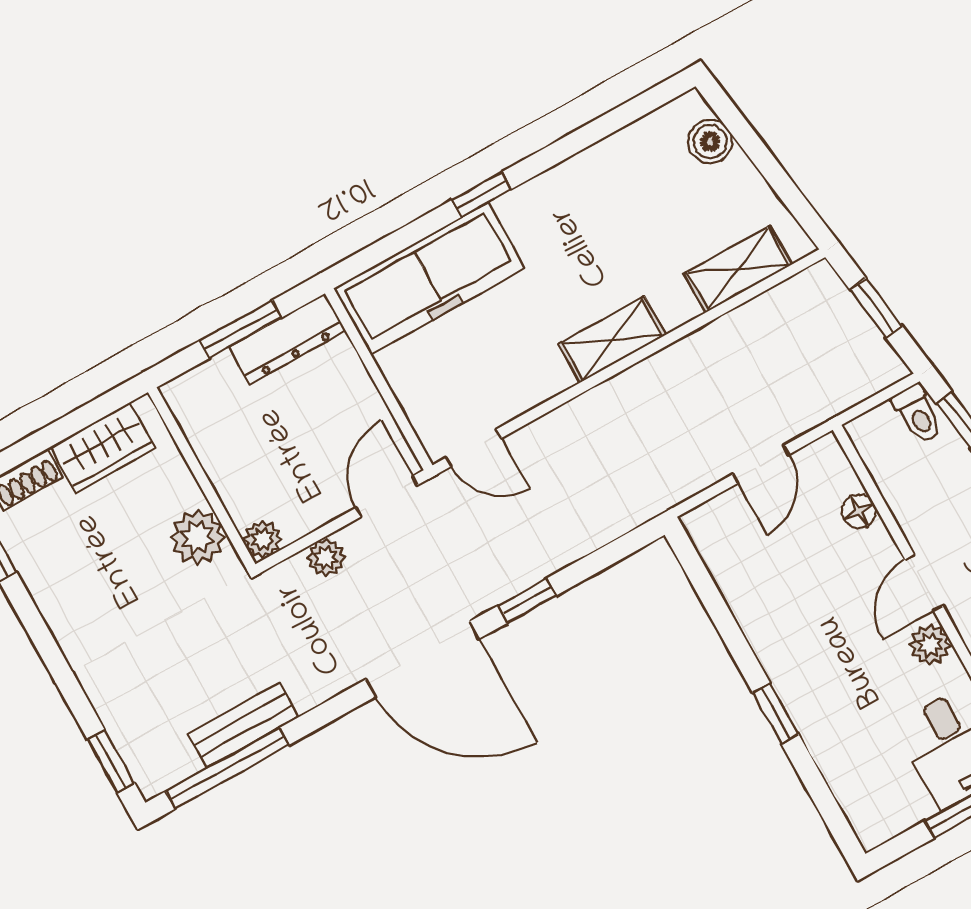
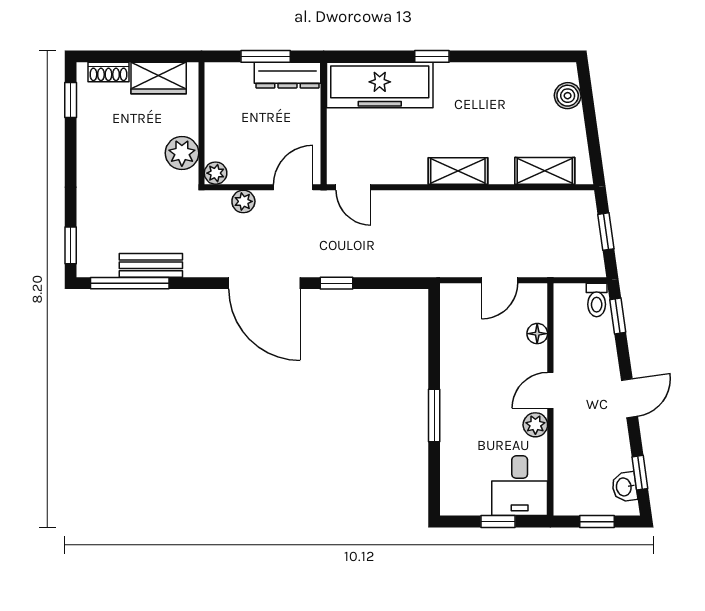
window: (776, 713) -> (434, 415), width x1.50

